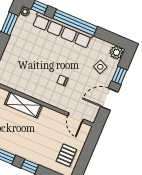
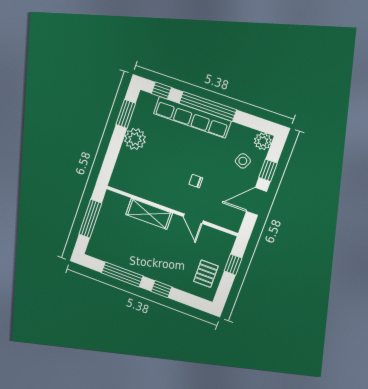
plant: (25, 12) -> (135, 139), moved, width x1.88, depth x1.88
door: (76, 118) -> (193, 219), moved
window: (88, 149) -> (233, 265), added

